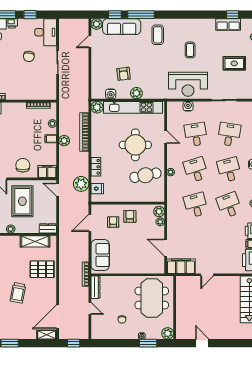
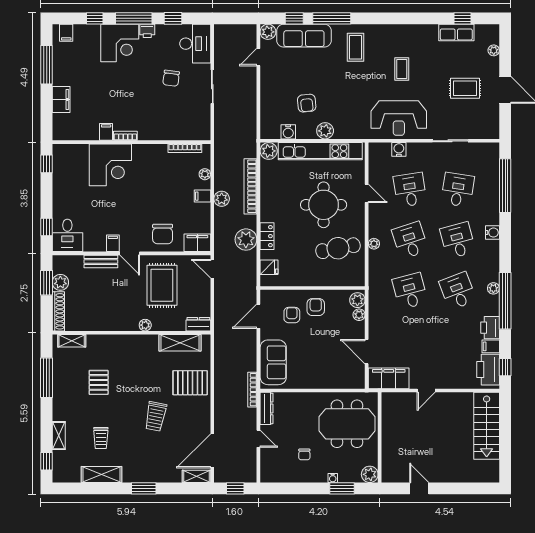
chair: (23, 165) -> (163, 234), turned 180
plant: (81, 184) -> (246, 240), moved
meeting table: (152, 298) -> (347, 424), turned 90

